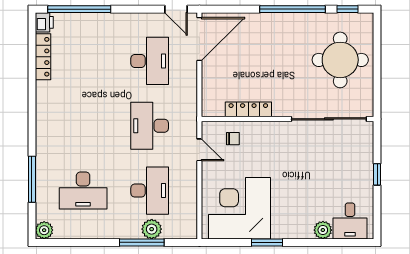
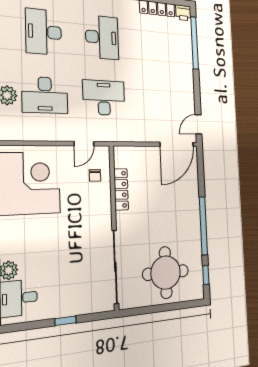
door: (199, 39) -> (177, 144), hinge flipped
desk: (150, 61) -> (102, 37), moved, turned -90

